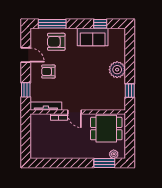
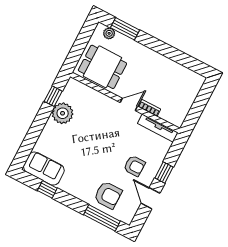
sofa: (93, 37) -> (44, 169), moved
plant: (117, 70) -> (63, 113), moved
window: (26, 90) -> (164, 172), moved
door: (74, 112) -> (129, 104), hinge flipped

